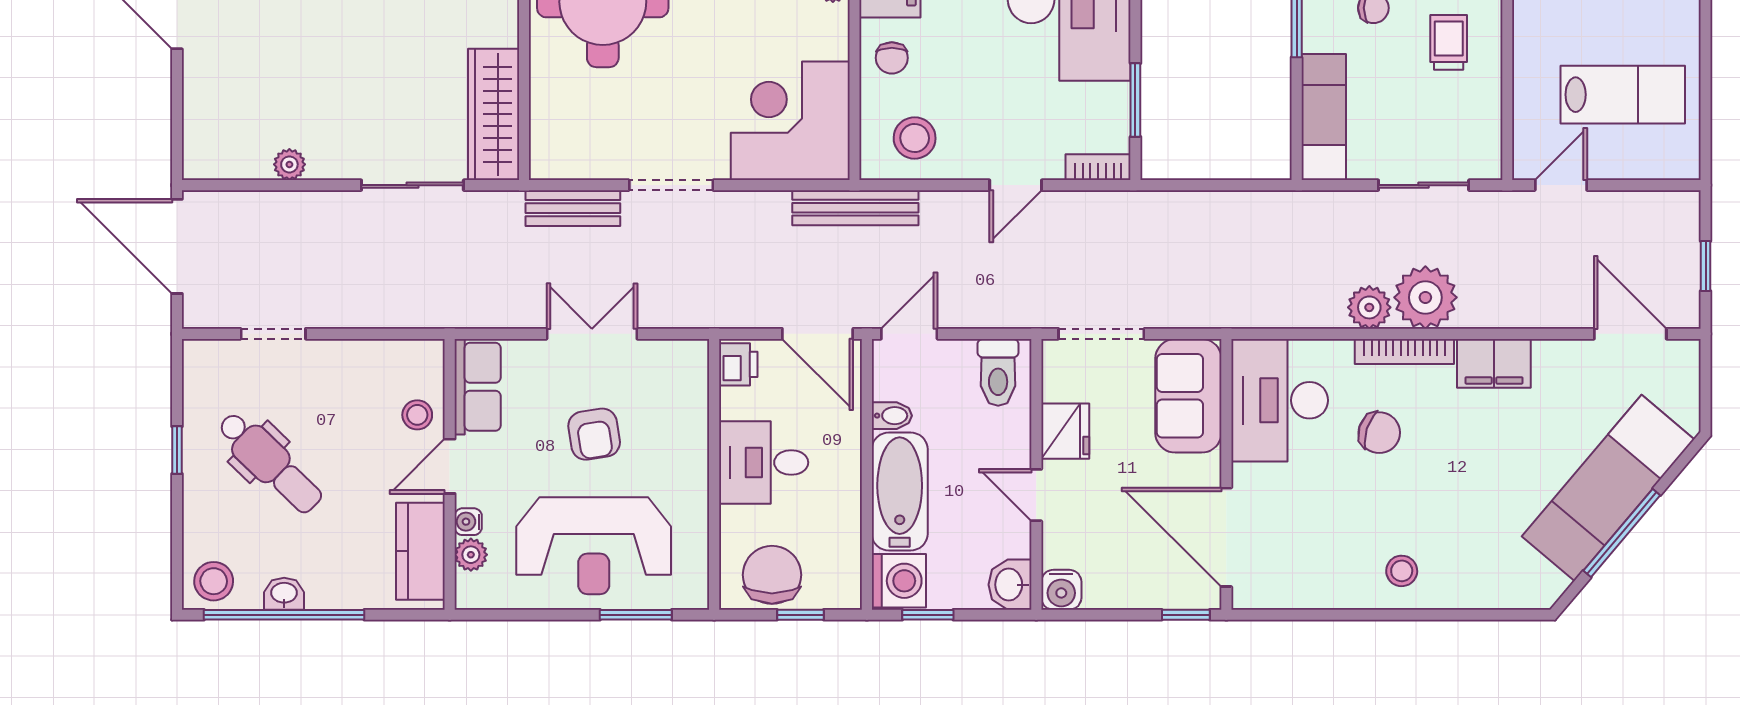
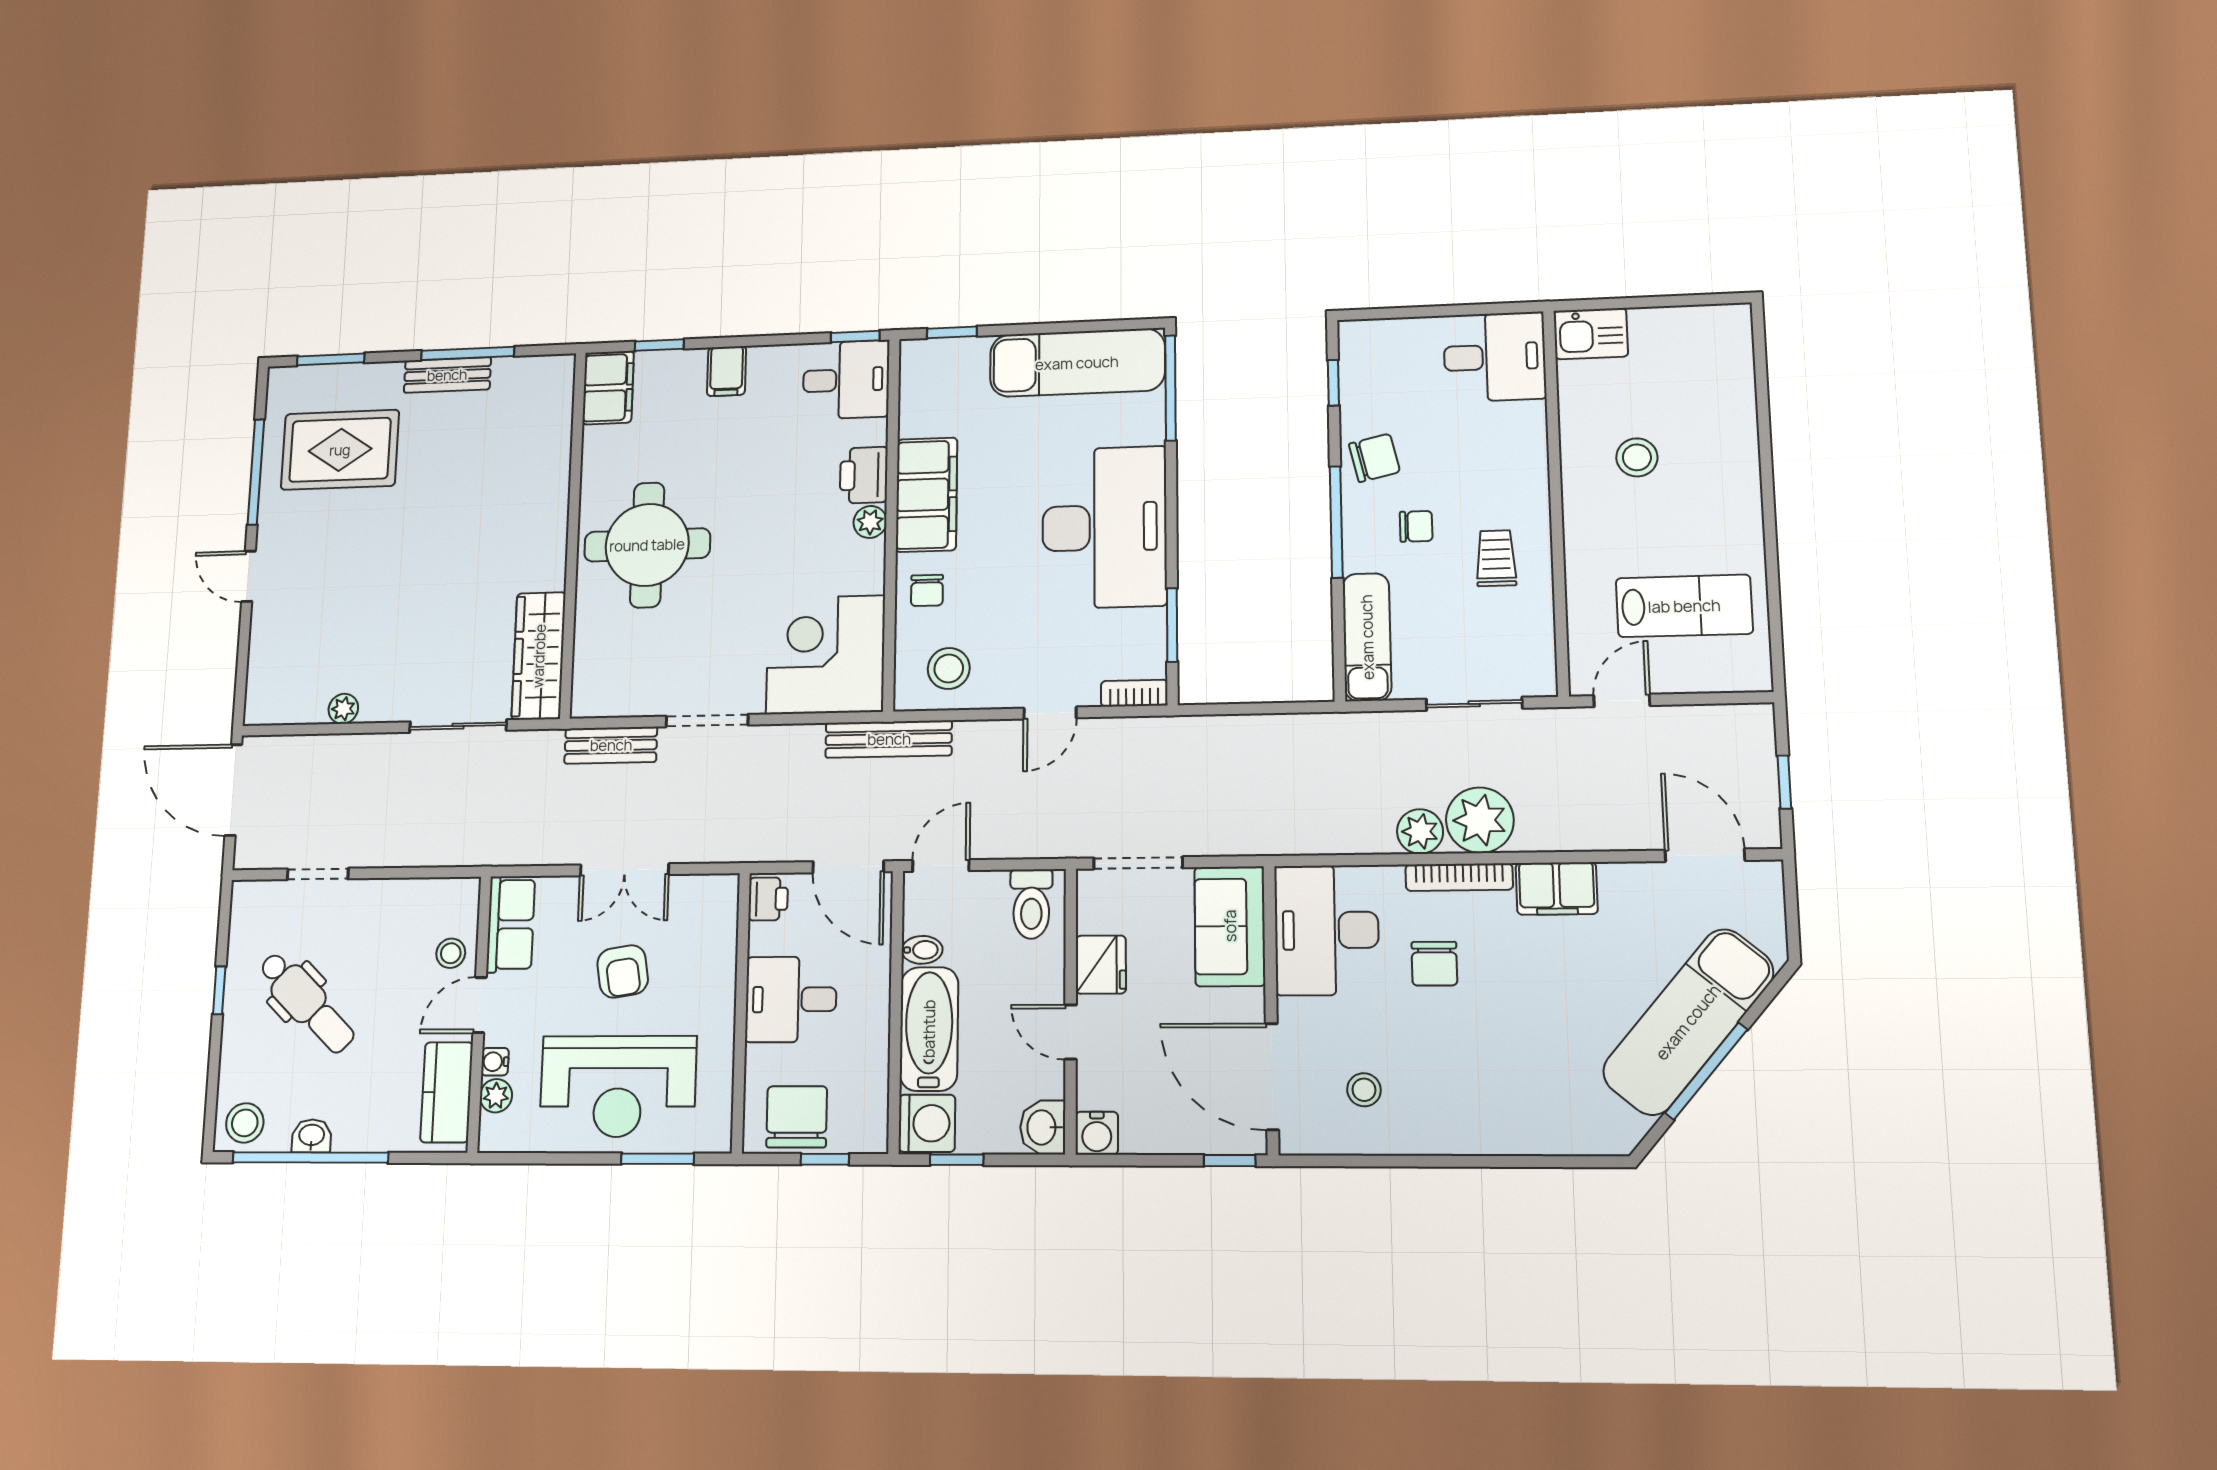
double door: (592, 334) -> (624, 870), swing flipped
chair: (1379, 433) -> (1434, 964), turned 72
stool: (1402, 571) -> (1364, 1090), moved

